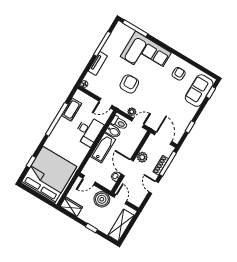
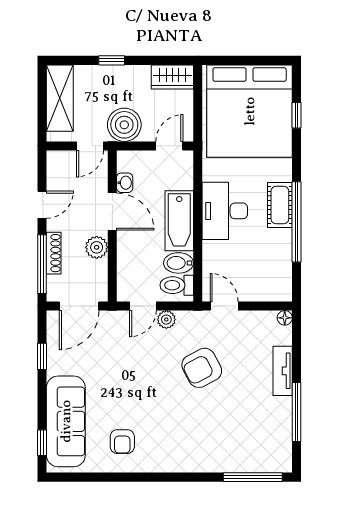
corner sofa: (146, 55) -> (204, 440), removed
armchair: (129, 84) -> (202, 368), turned 65
sofa: (199, 91) -> (66, 421), width x1.36
door: (106, 103) -> (224, 306), hinge flipped
cot: (72, 110) -> (280, 205), moved
desk: (89, 131) -> (225, 211), moved
door: (163, 138) -> (79, 306), hinge flipped
door: (154, 187) -> (42, 205), hinge flipped
door: (121, 199) -> (90, 146), hinge flipped

